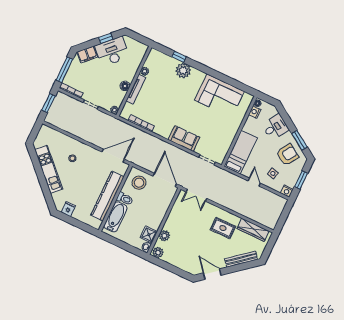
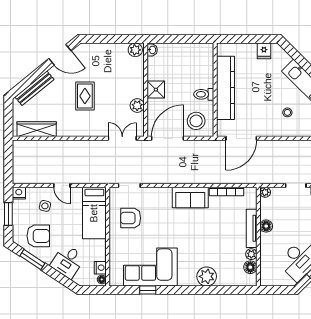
window: (179, 57) -> (148, 290), moved
floor lamp: (150, 63) -> (250, 267), added
armchair: (217, 137) -> (131, 218), added
sofa: (184, 139) -> (190, 197), moved
armchair: (287, 155) -> (38, 236), turned -123
door: (165, 180) -> (168, 138), swing flipped
bathtub: (116, 217) -> (204, 68), removed
rug: (223, 228) -> (85, 96), moved, turned 90
shower: (149, 235) -> (156, 90), moved
plant: (164, 236) -> (137, 106), moved

